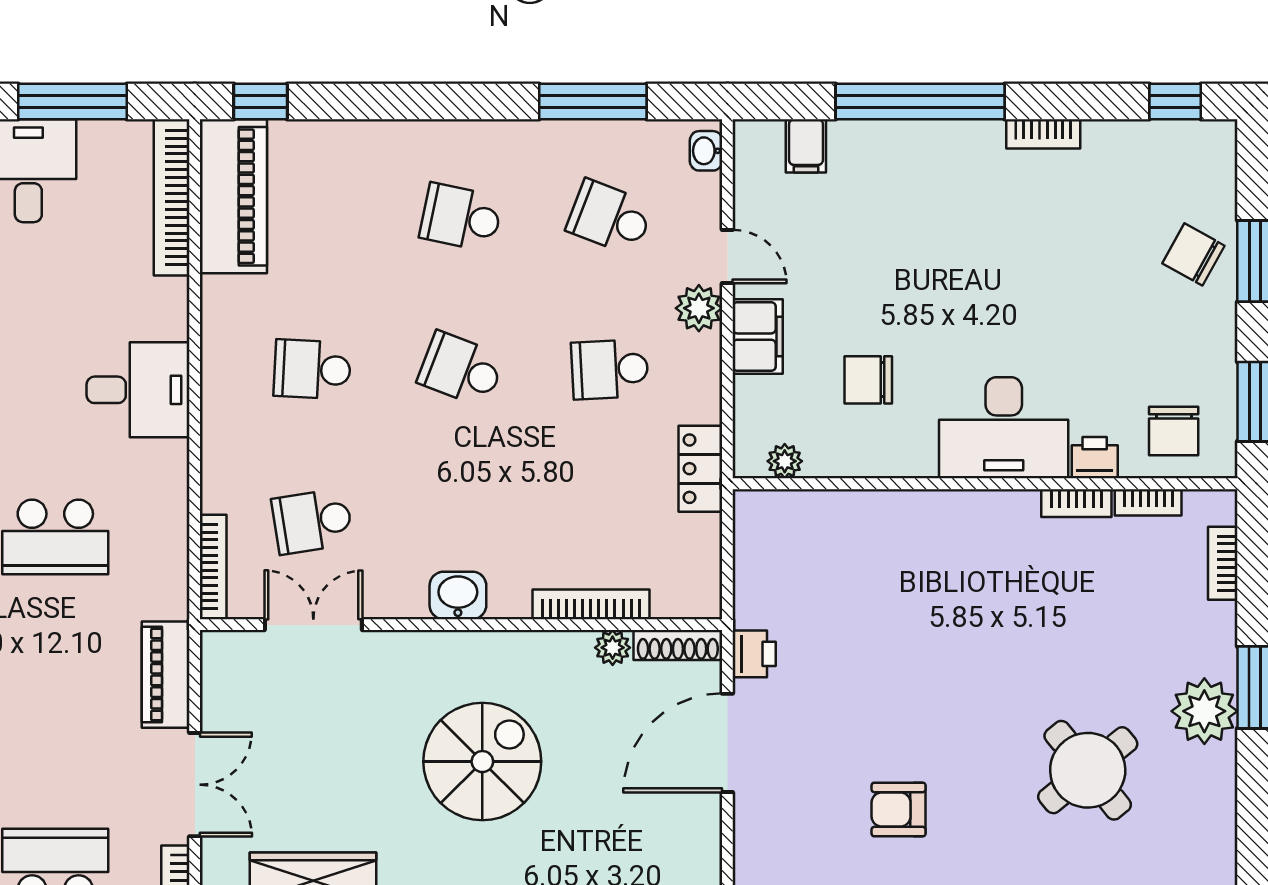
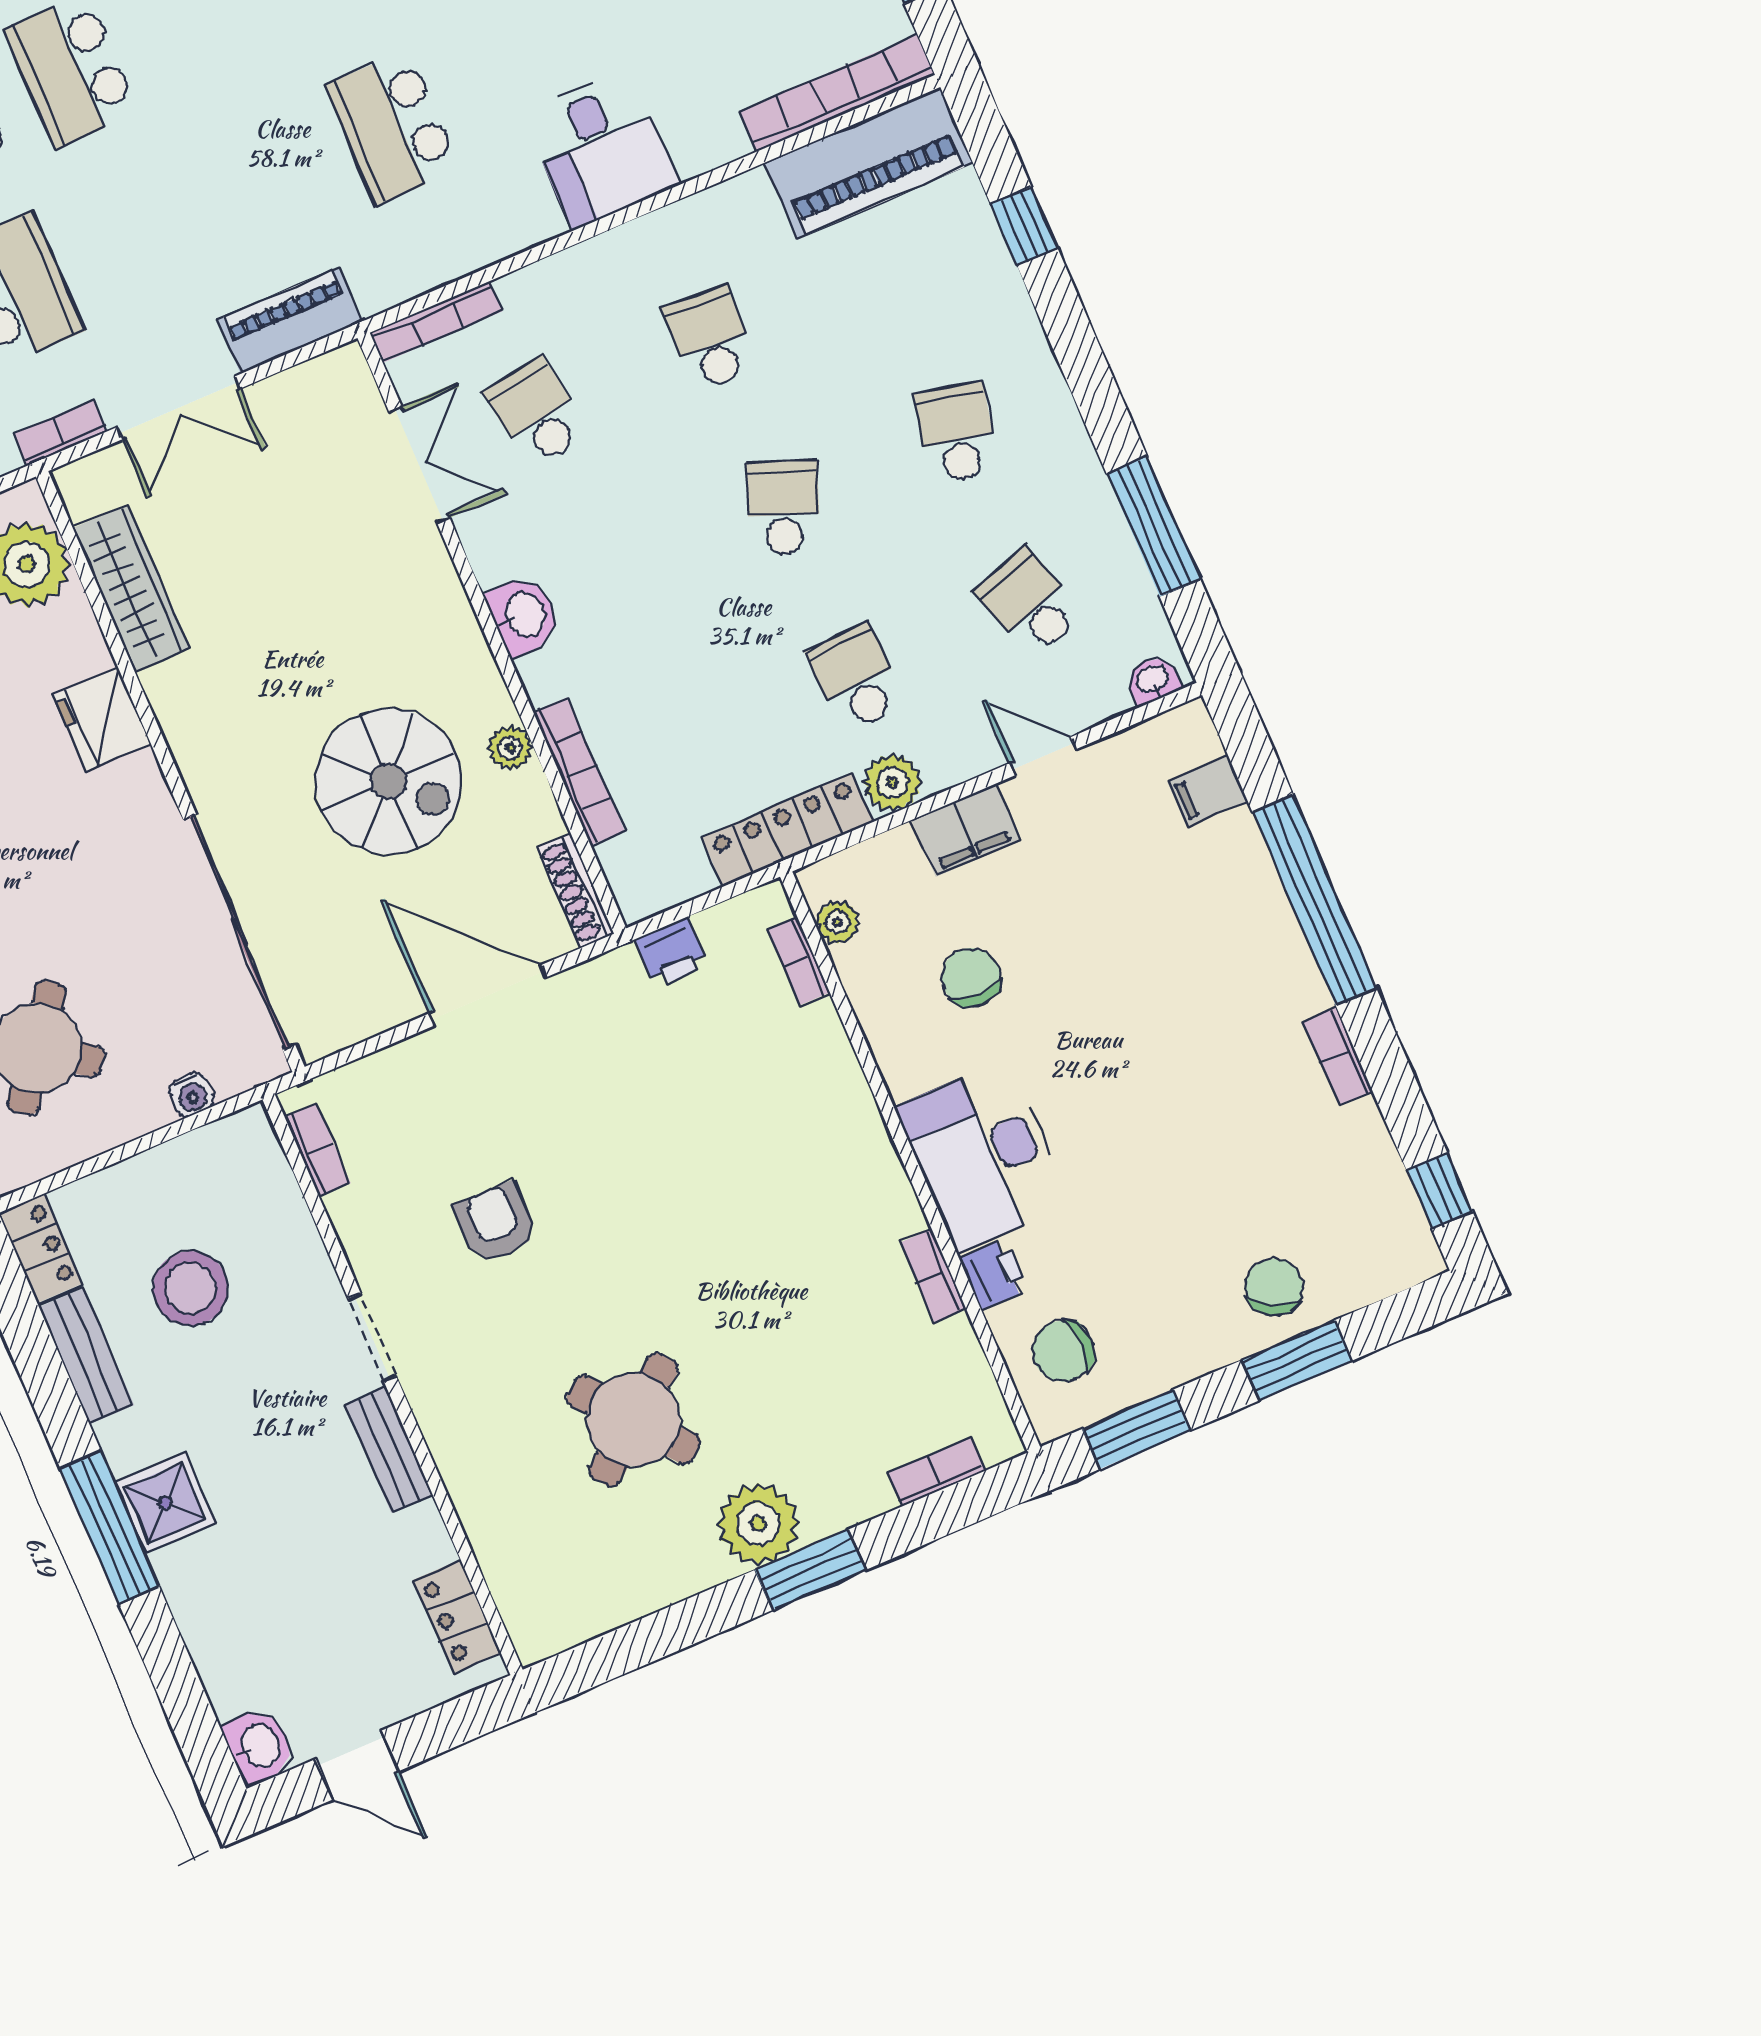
window: (261, 102) -> (1024, 226), moved
school desk: (610, 217) -> (1030, 603), turned -39
door: (727, 257) -> (1043, 756), swing flipped
plant: (699, 308) -> (892, 782), moved
locker: (700, 469) -> (787, 830), width x1.53
bookcase: (1148, 502) -> (798, 961), moved
plant: (613, 648) -> (510, 748), moved
printer: (754, 654) -> (672, 952), moved
spiral stairs: (482, 762) -> (388, 781), moved

